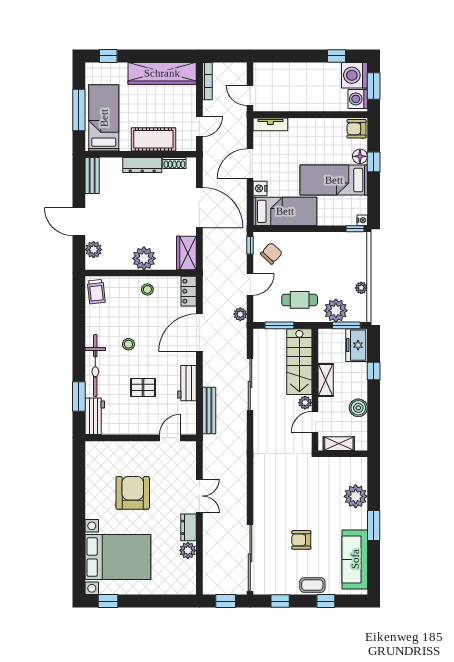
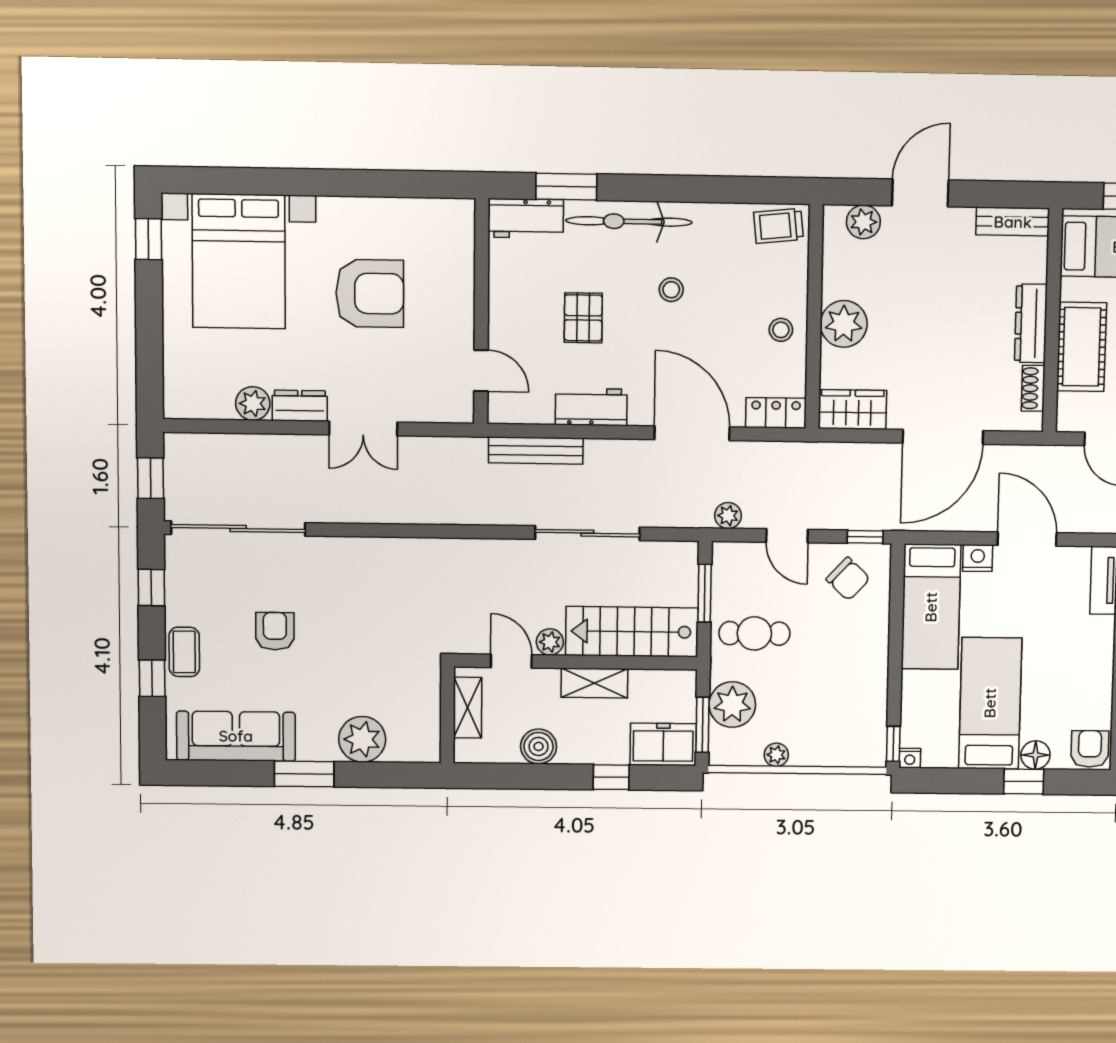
cafe table: (300, 300) -> (754, 633), turned 90

